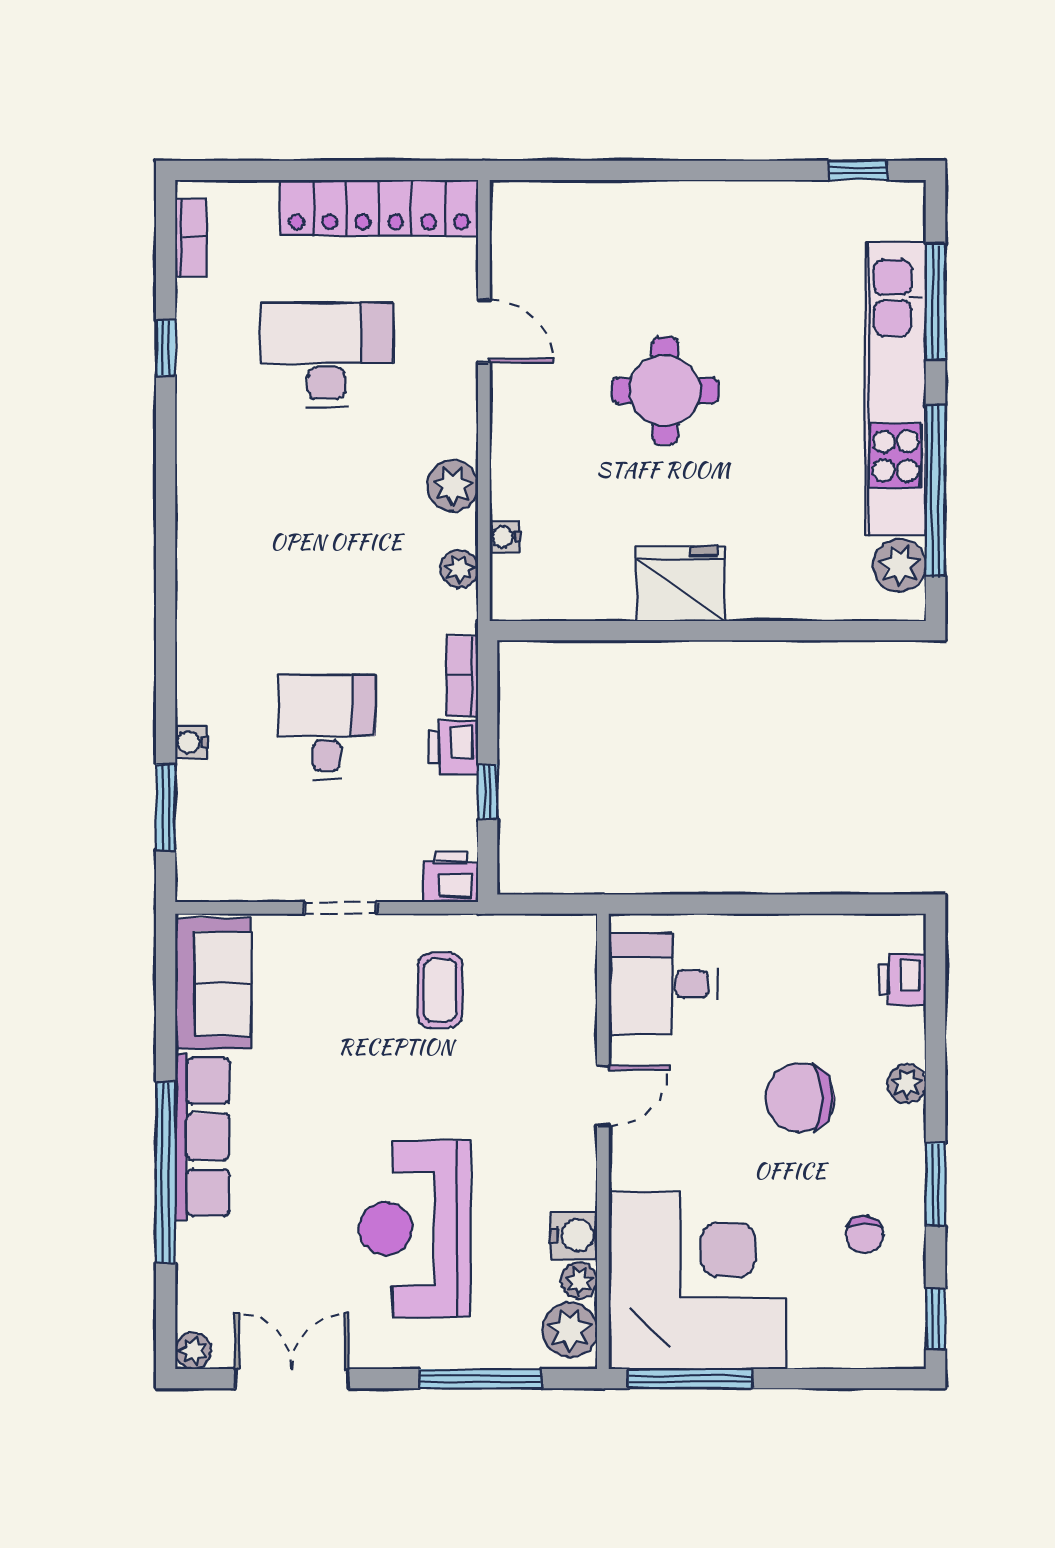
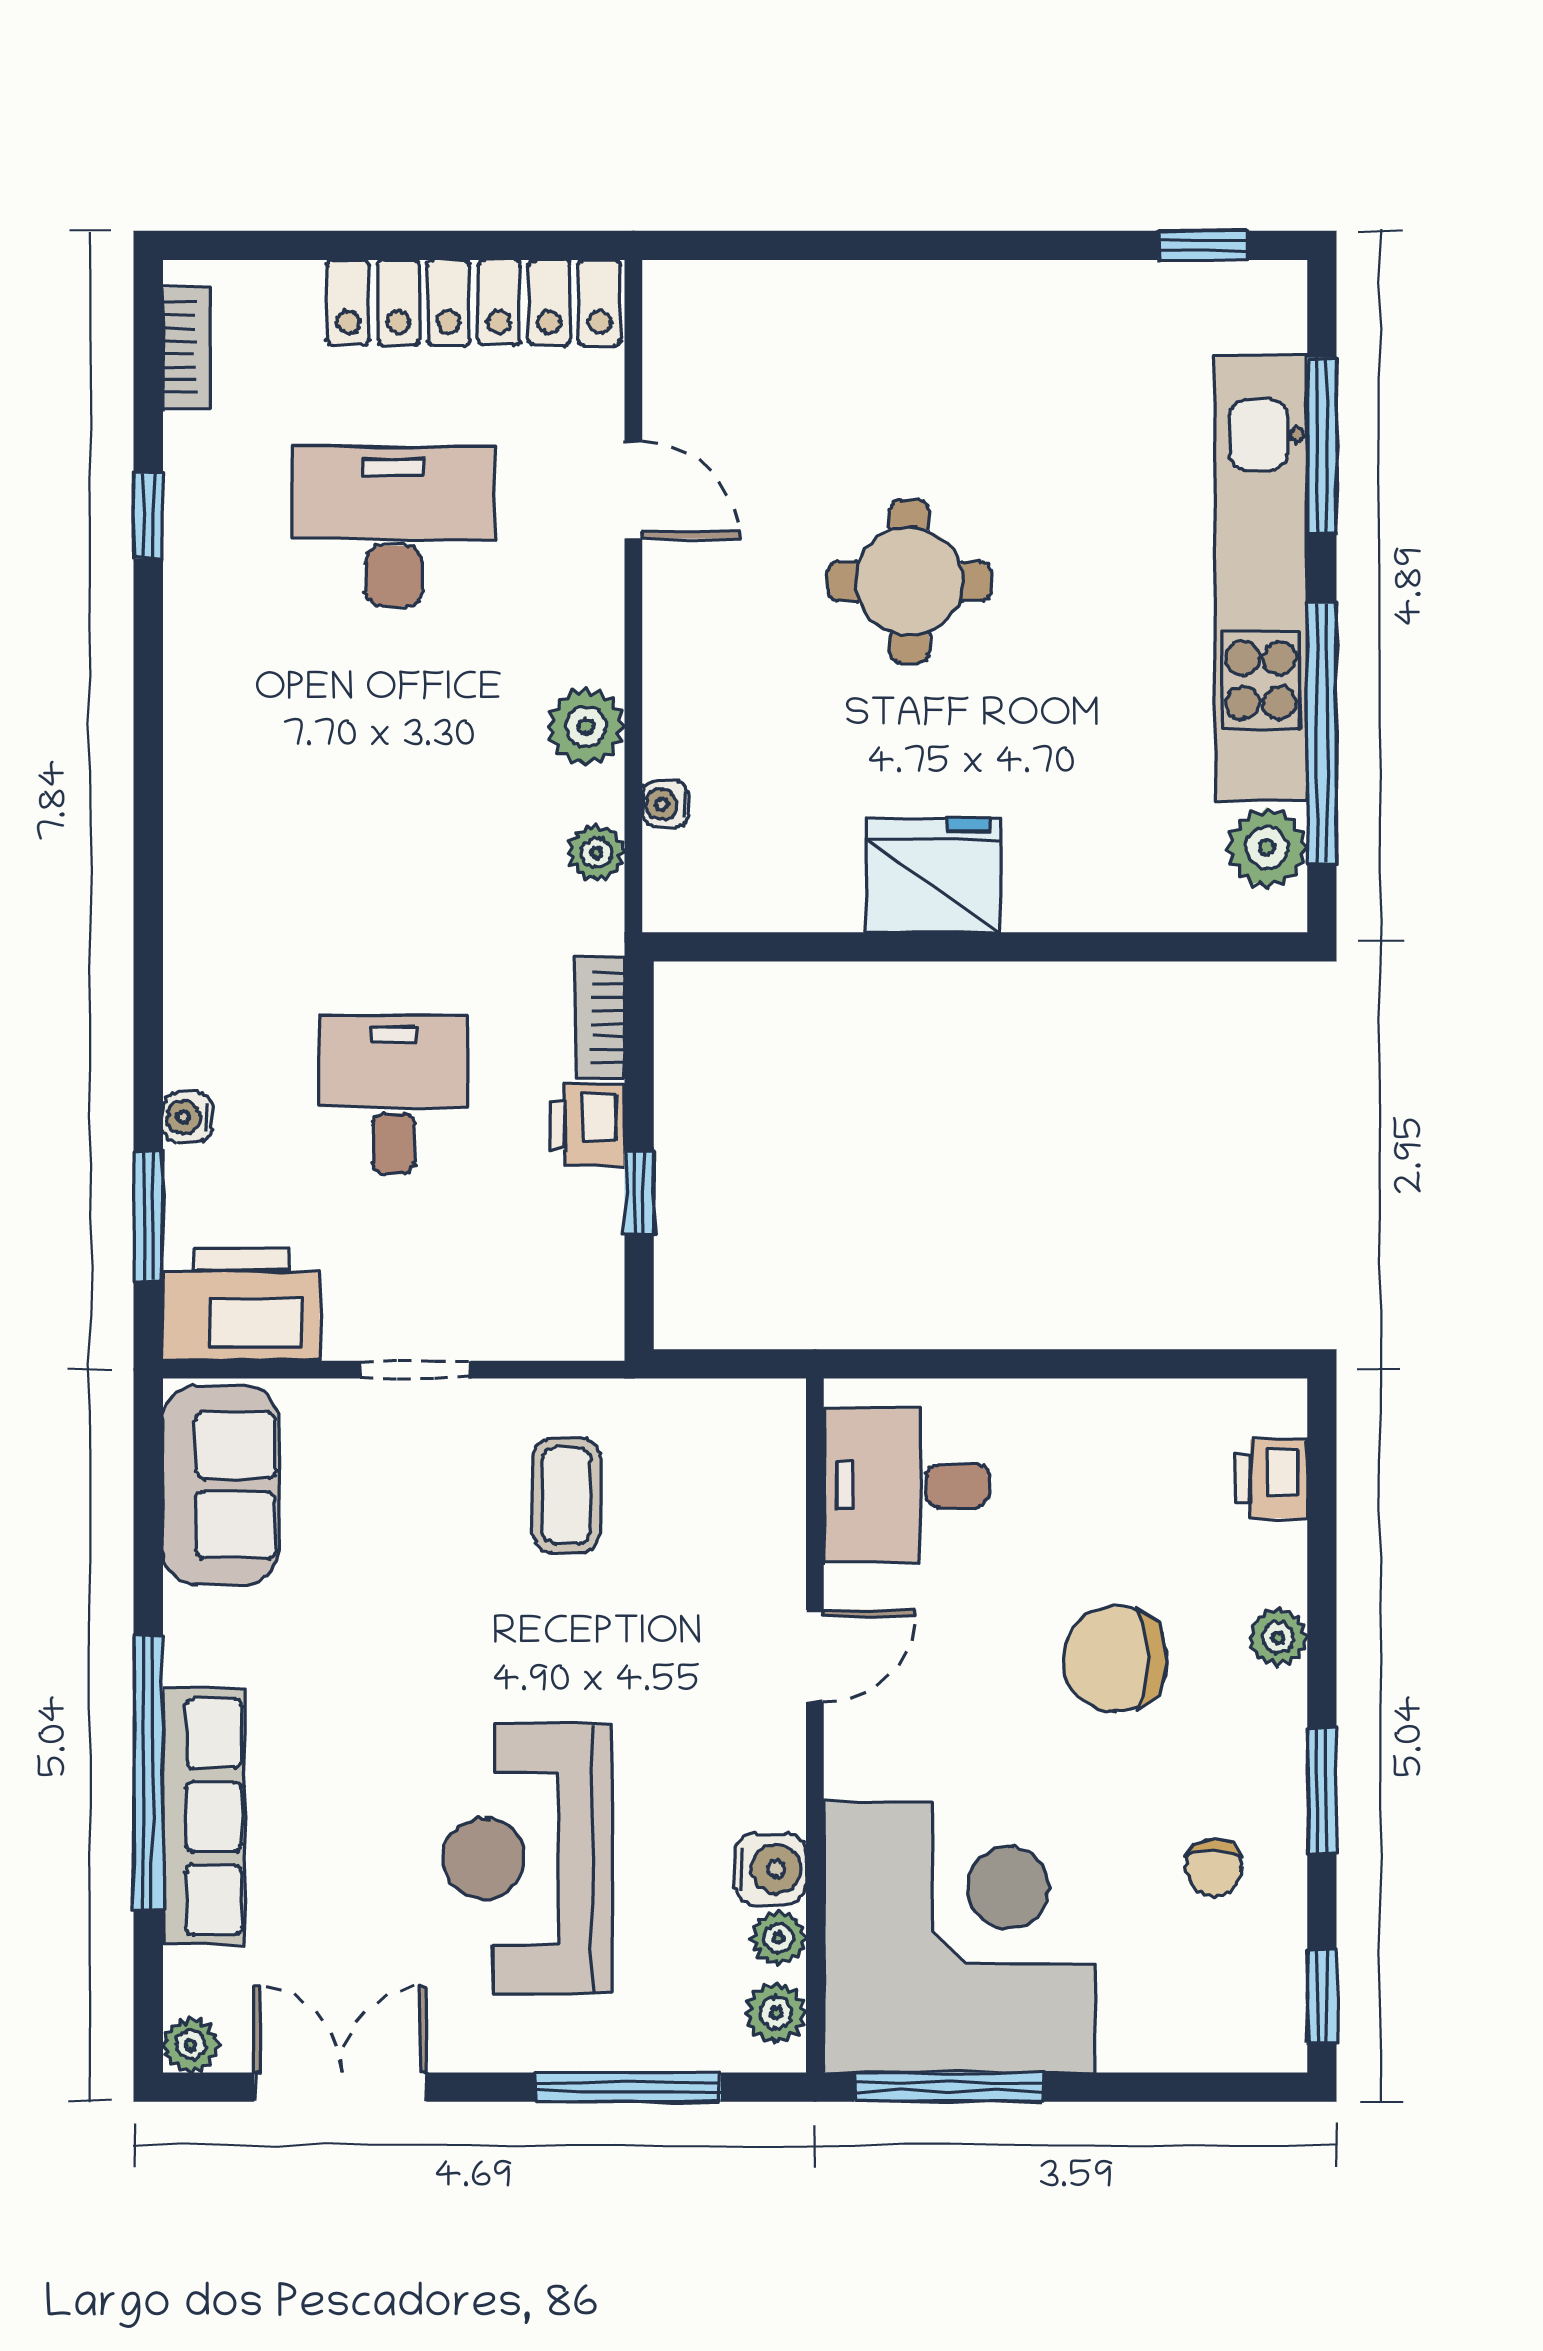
printer: (451, 877) -> (241, 1304), moved, width x1.87, depth x1.48
row of seats: (202, 1137) -> (204, 1817), moved
plant: (570, 1330) -> (776, 2013), width x0.73, depth x0.73

